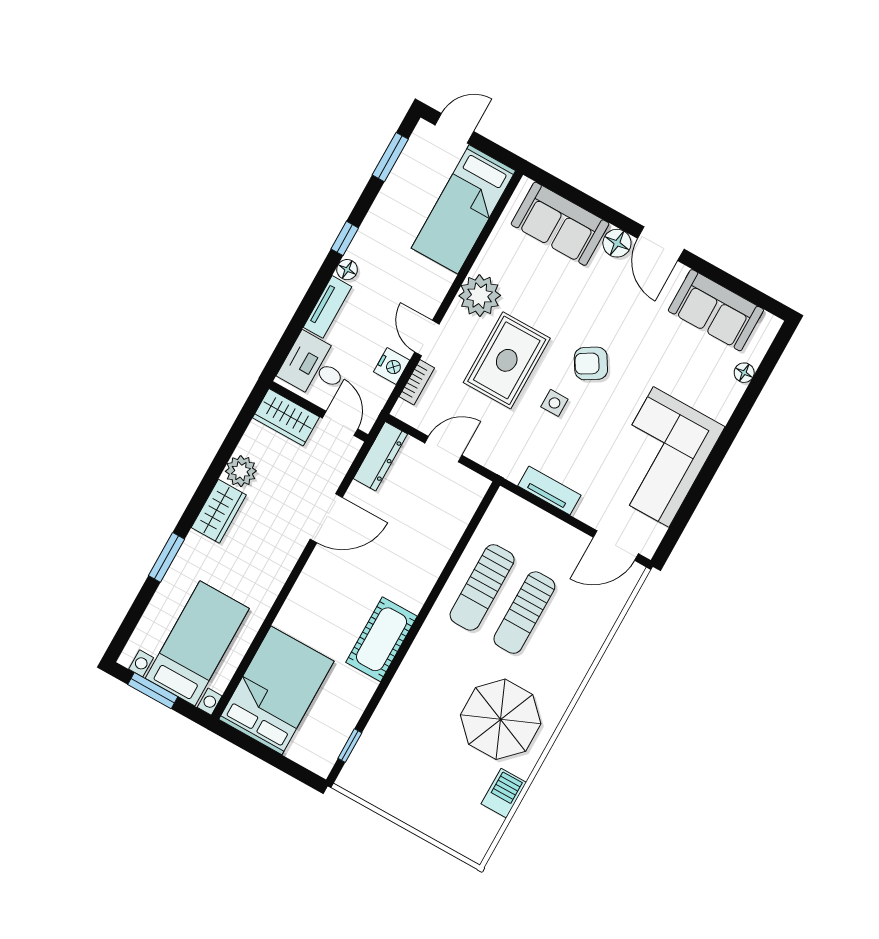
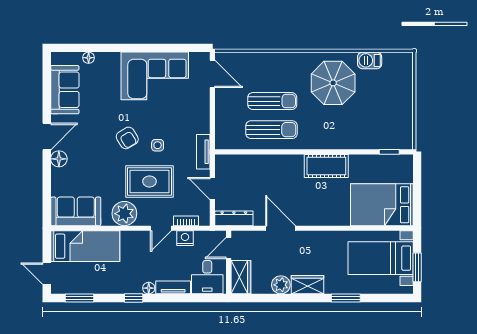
sofa: (560, 224) -> (76, 211), moved, turned -90
tv unit: (549, 490) -> (203, 152), moved

